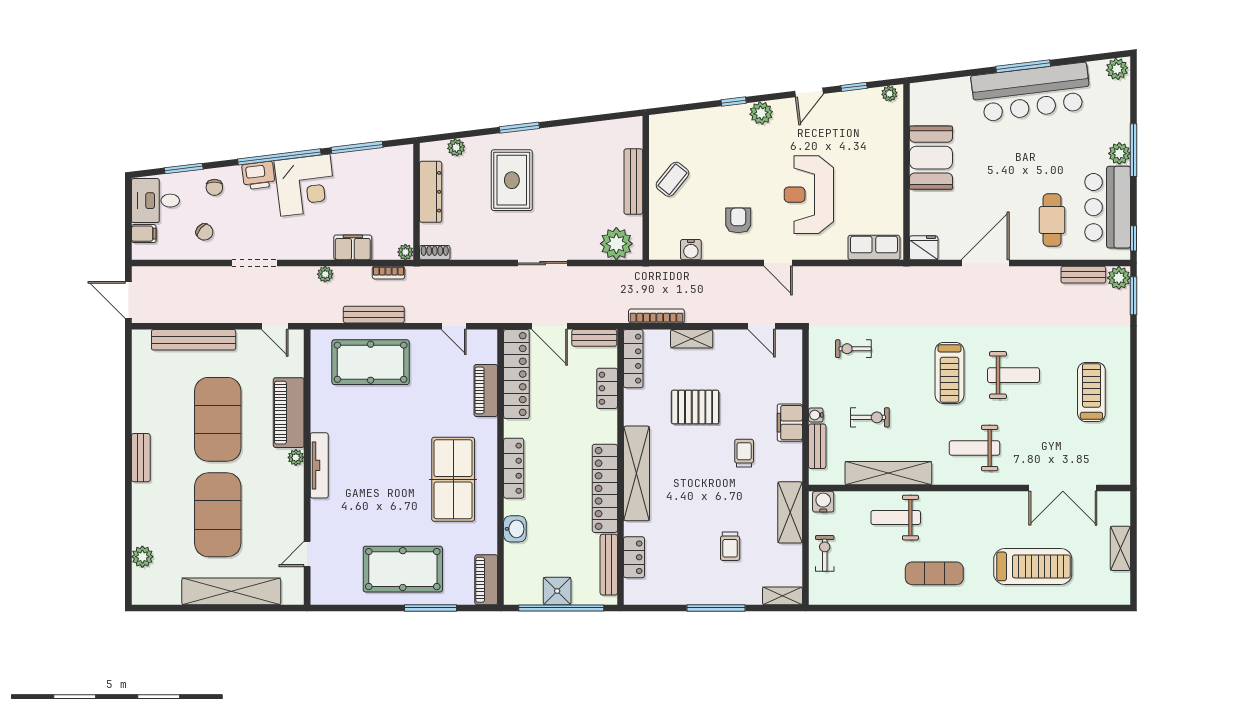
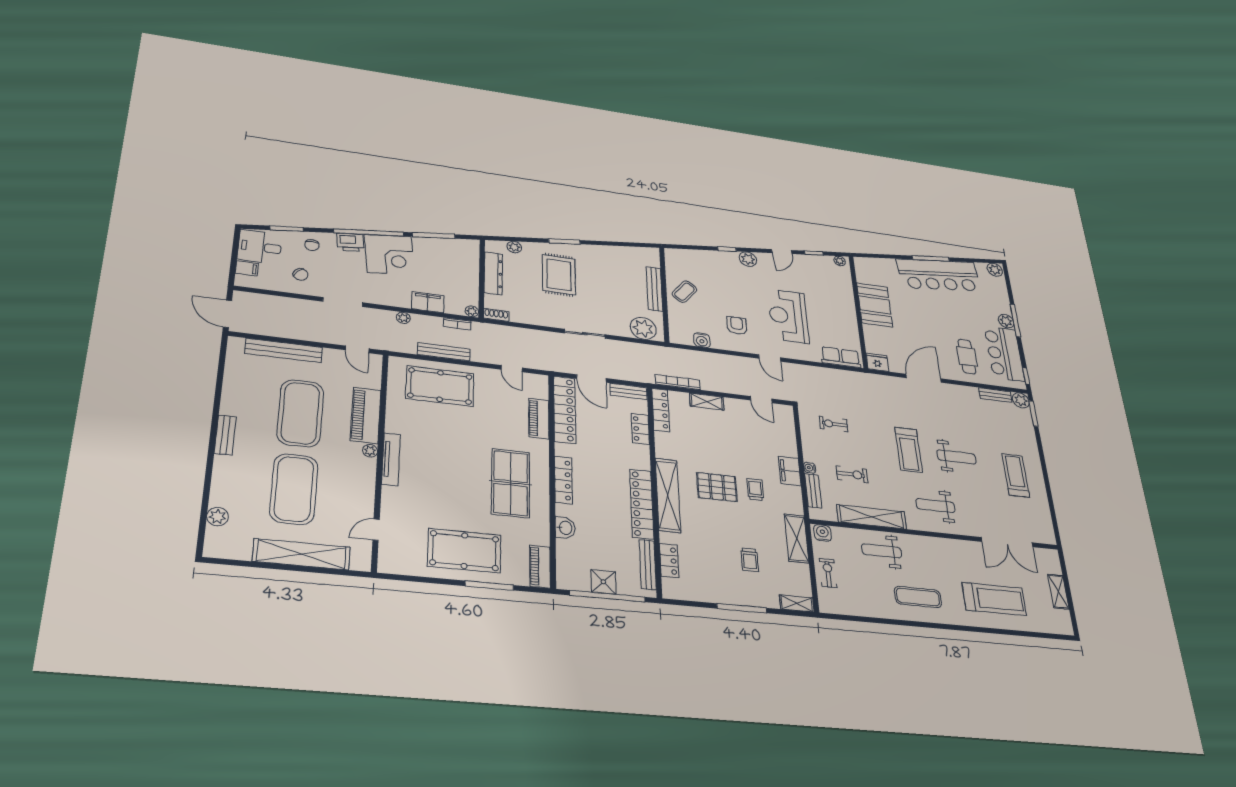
pallet: (695, 407) -> (717, 487), moved

